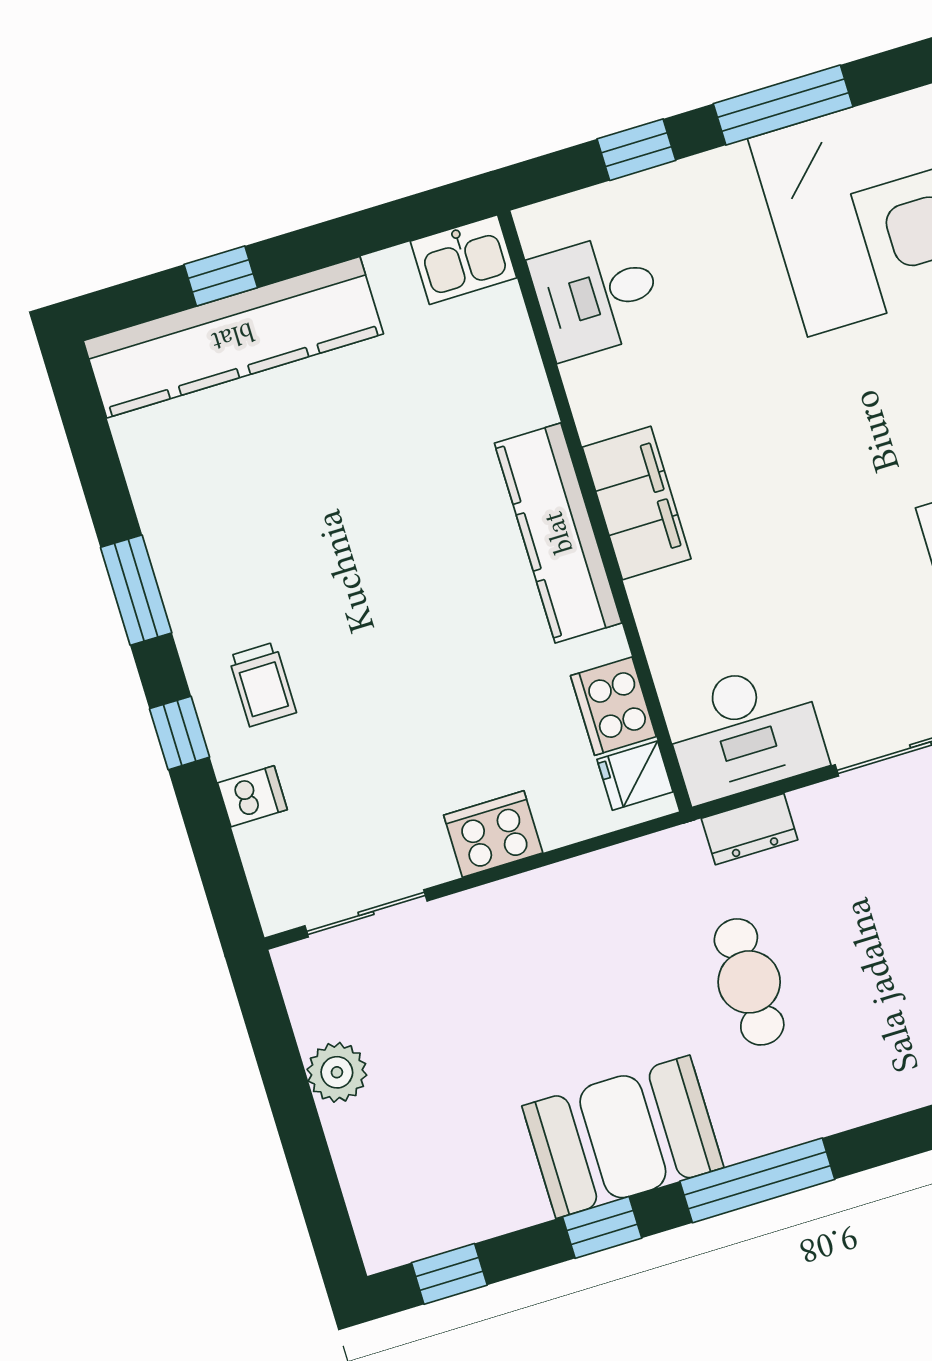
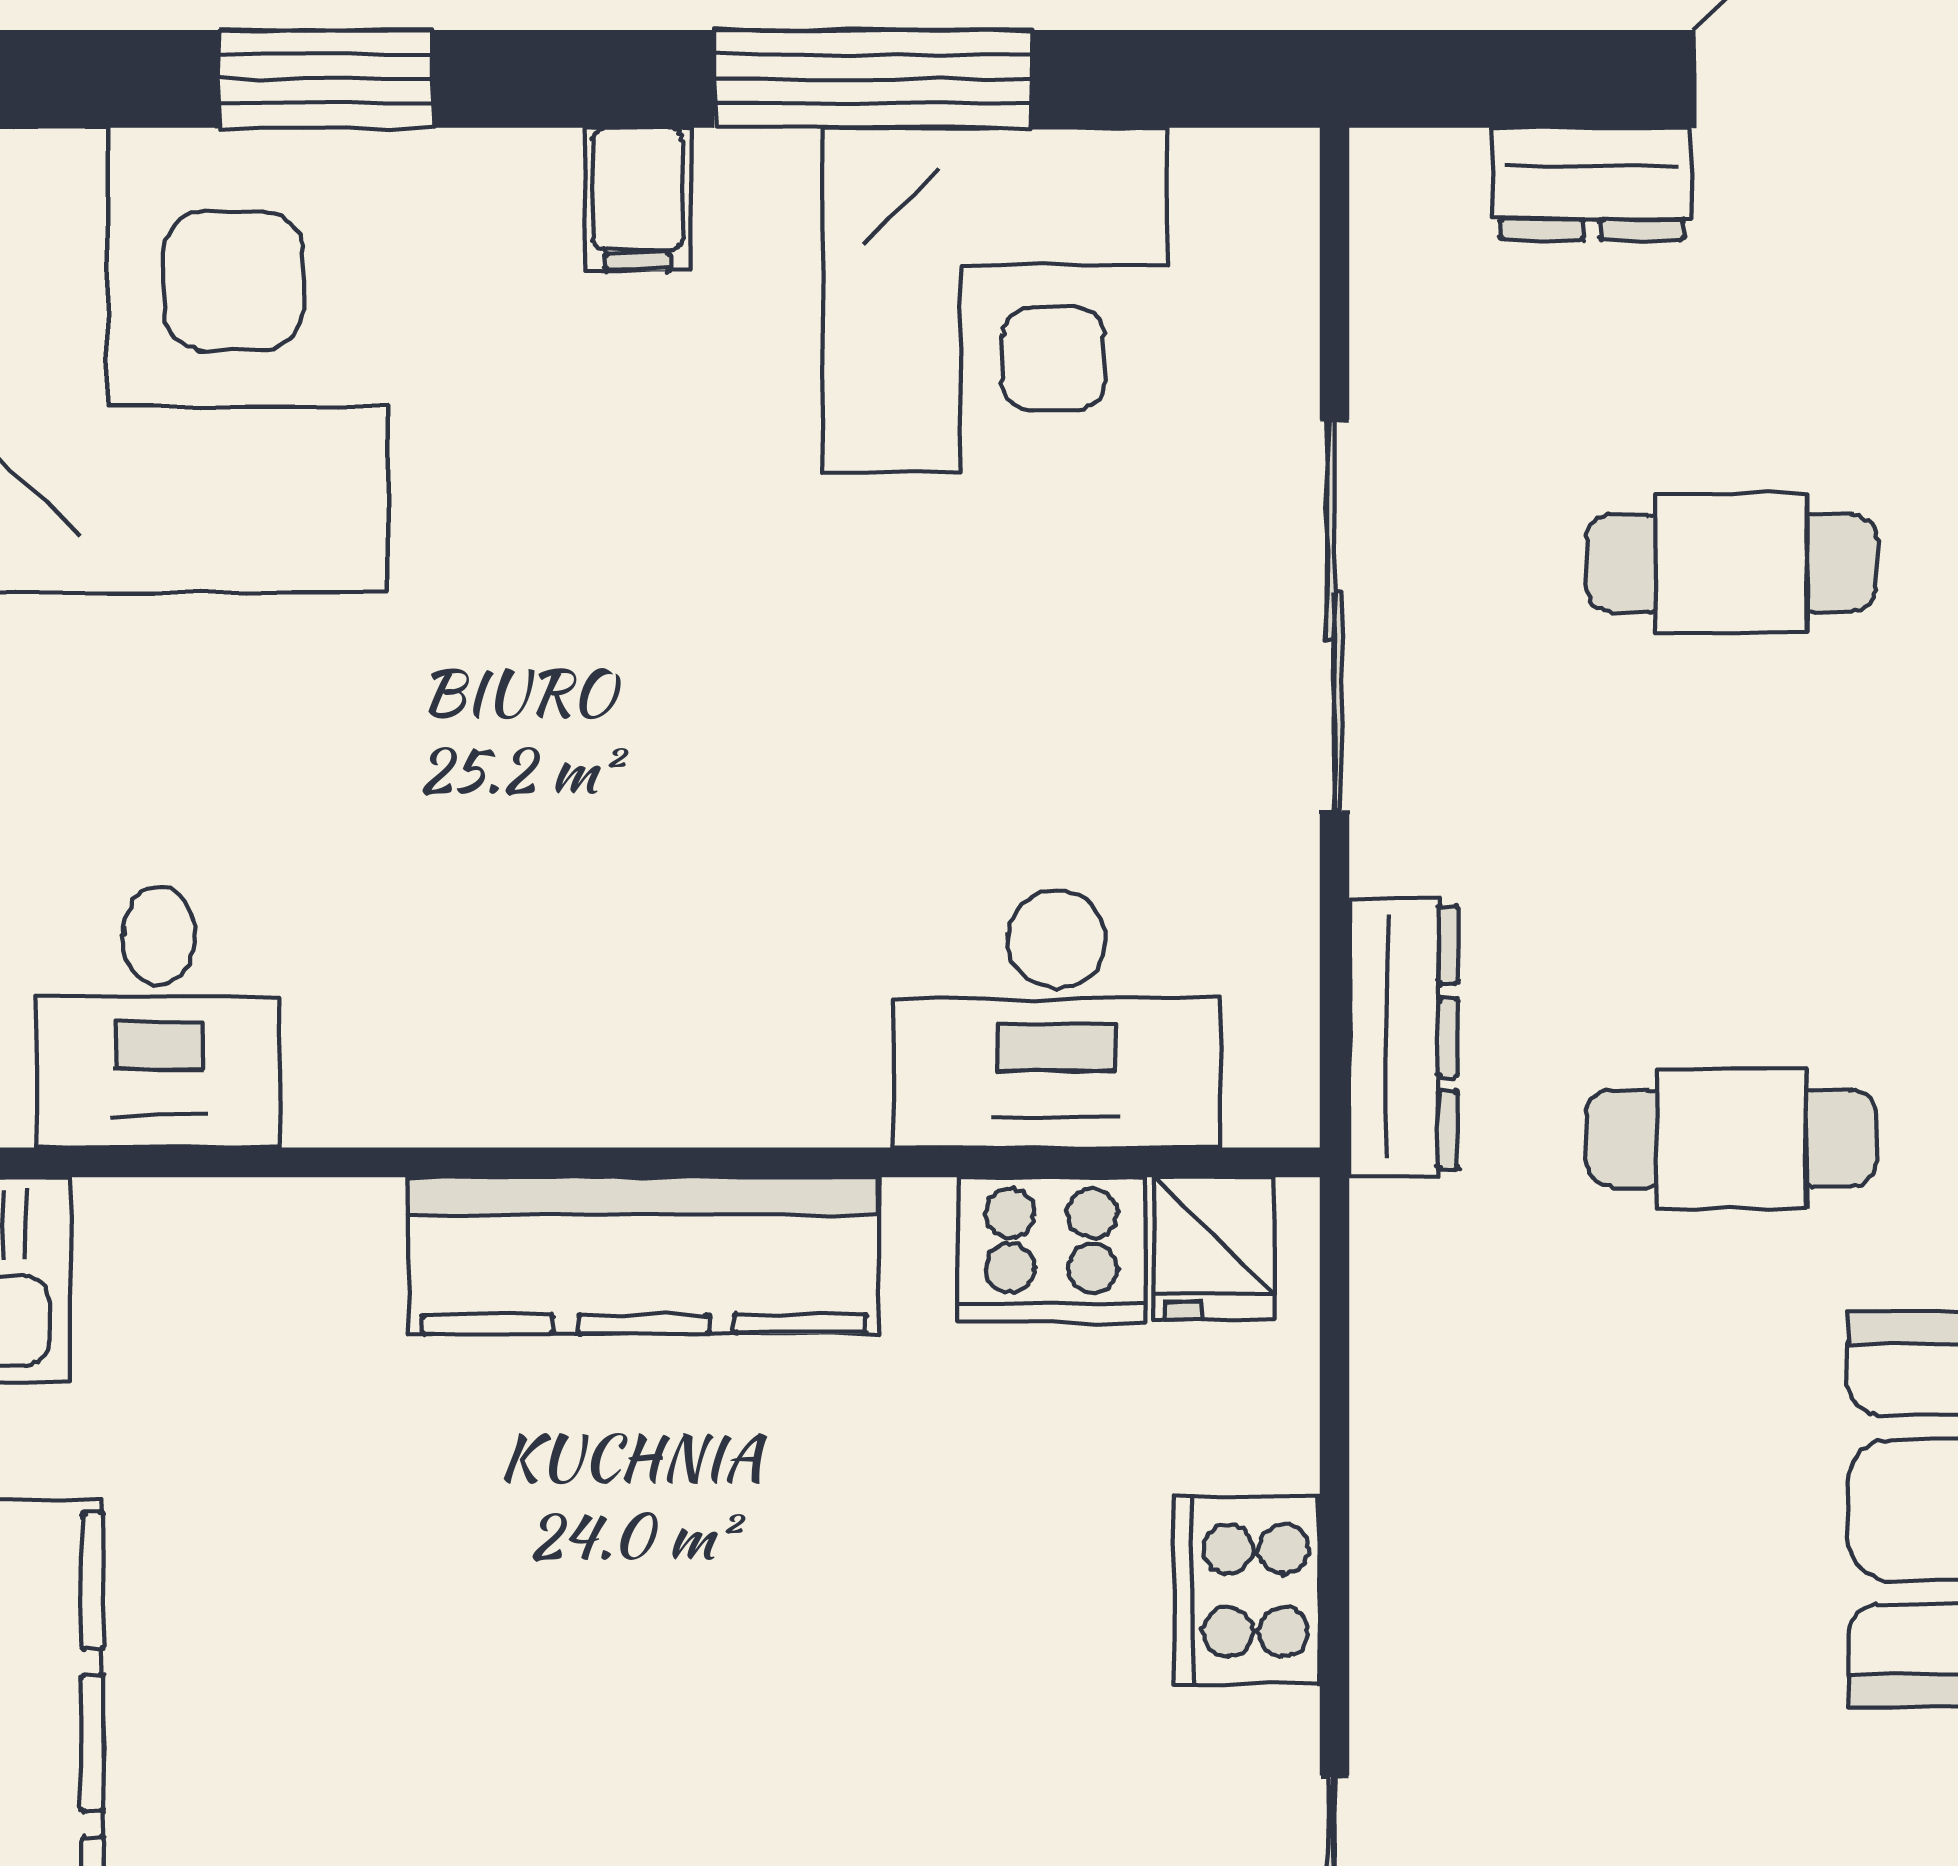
filing cabinet: (637, 503) -> (630, 1067), removed
desk: (745, 732) -> (1057, 1019), moved, turned 90
dresser: (750, 829) -> (1404, 1037), width x1.44

